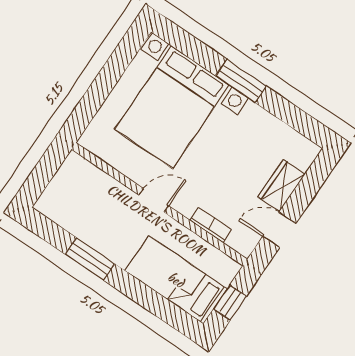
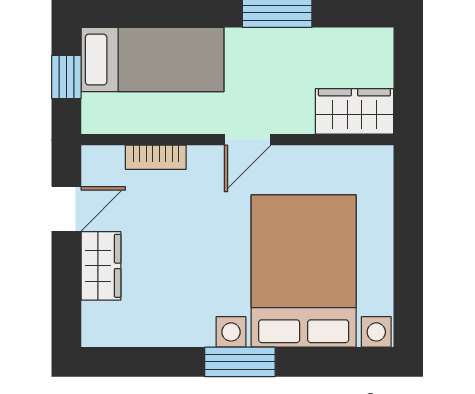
wardrobe: (84, 176) -> (354, 111), added

